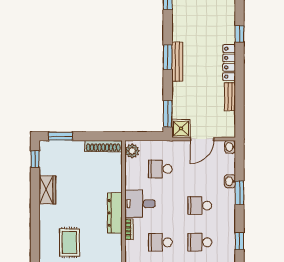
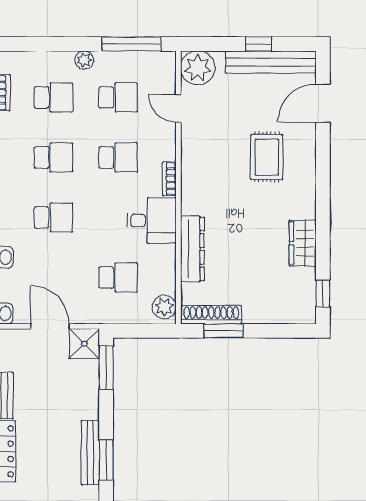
window: (61, 136) -> (224, 331), moved
door: (202, 139) -> (50, 326), hinge flipped
dresser: (115, 213) -> (192, 249), moved

